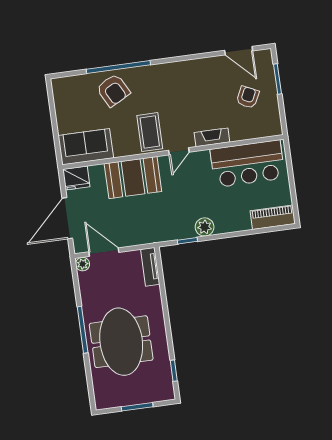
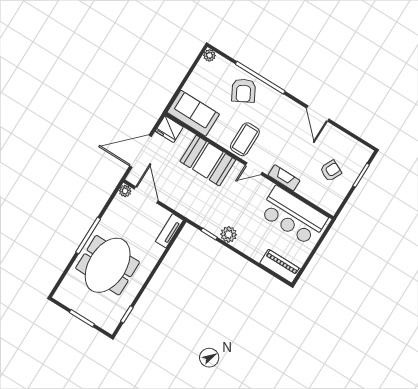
door: (239, 51) -> (318, 114), moved
plant: (58, 84) -> (209, 55), added

